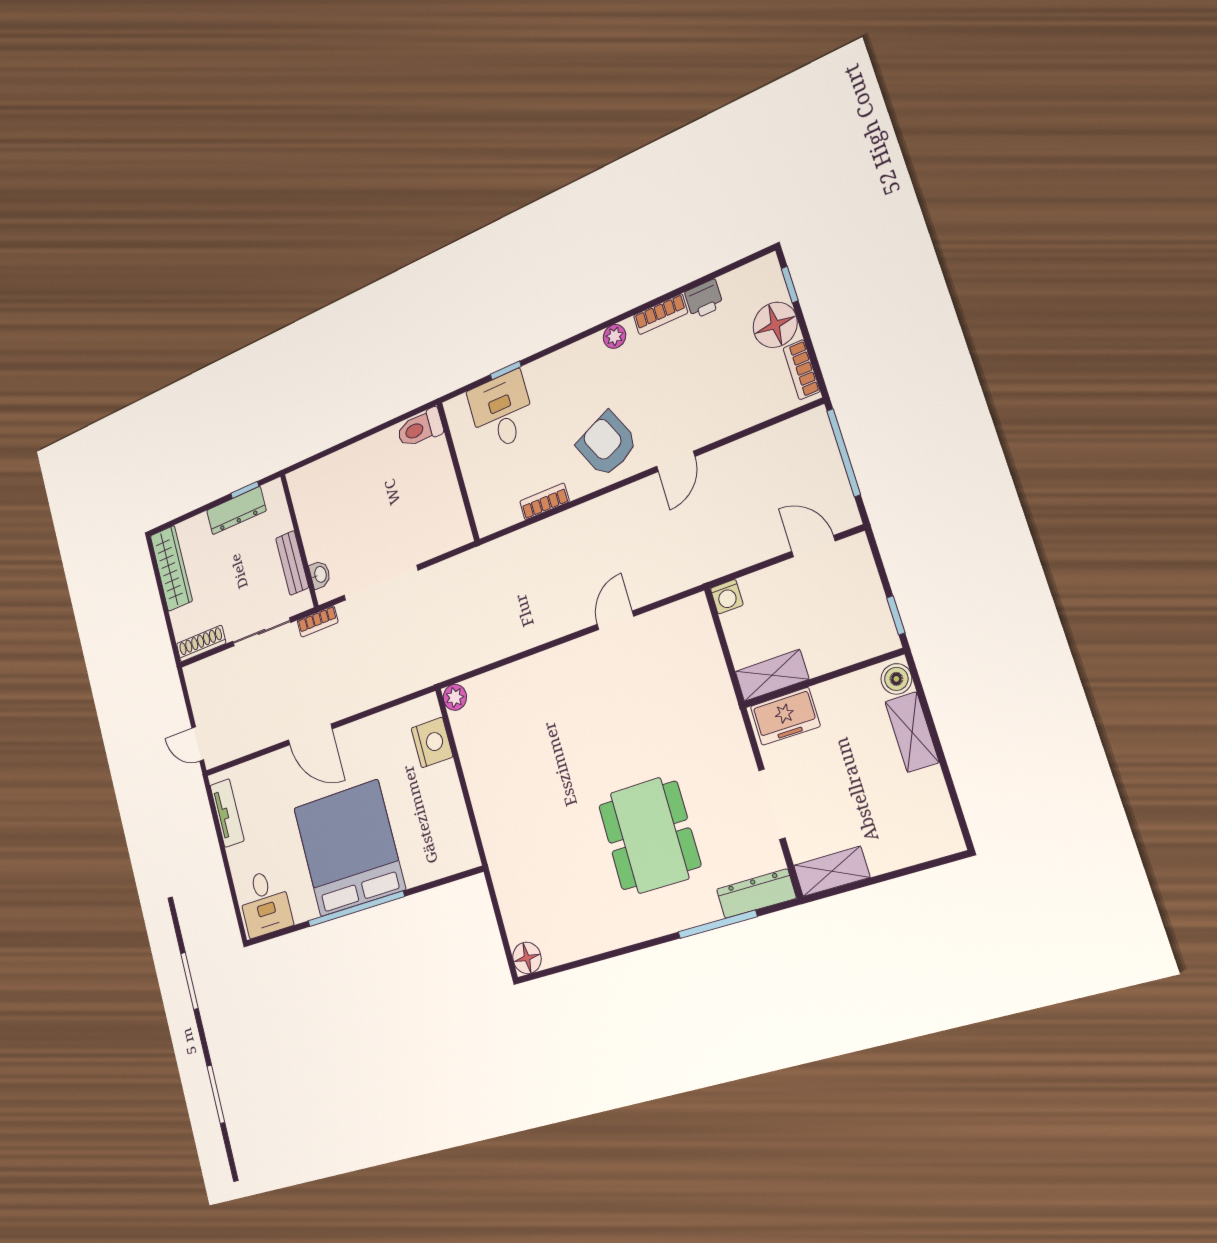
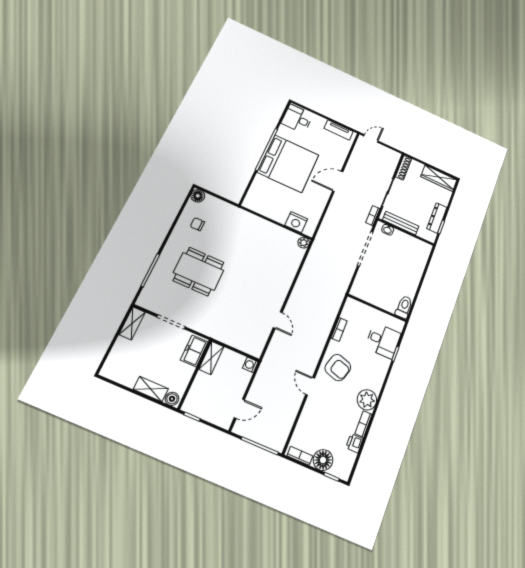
plant: (615, 336) -> (367, 400), width x1.88, depth x1.88
armchair: (607, 444) -> (338, 368), turned 42
bench: (292, 563) -> (401, 223), width x1.36
dresser: (756, 894) -> (148, 292), removed
chair: (574, 913) -> (197, 224), added

